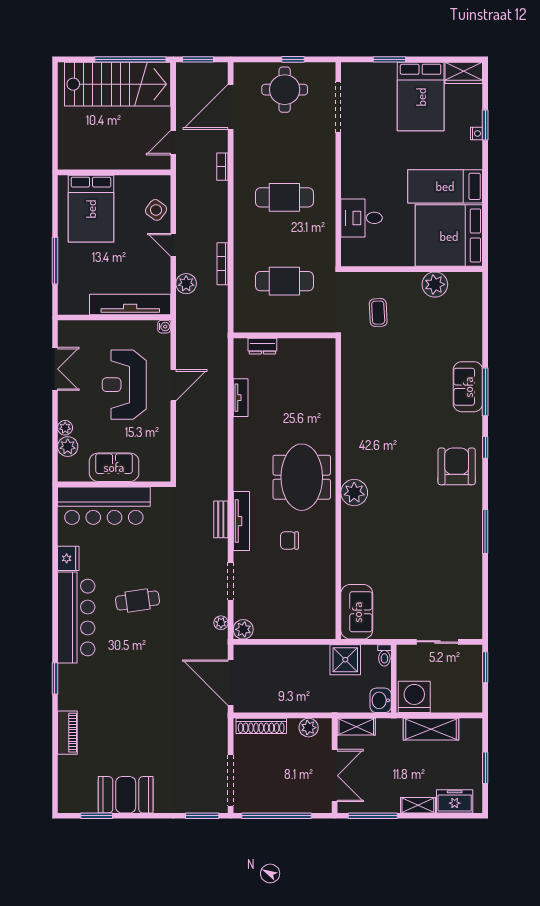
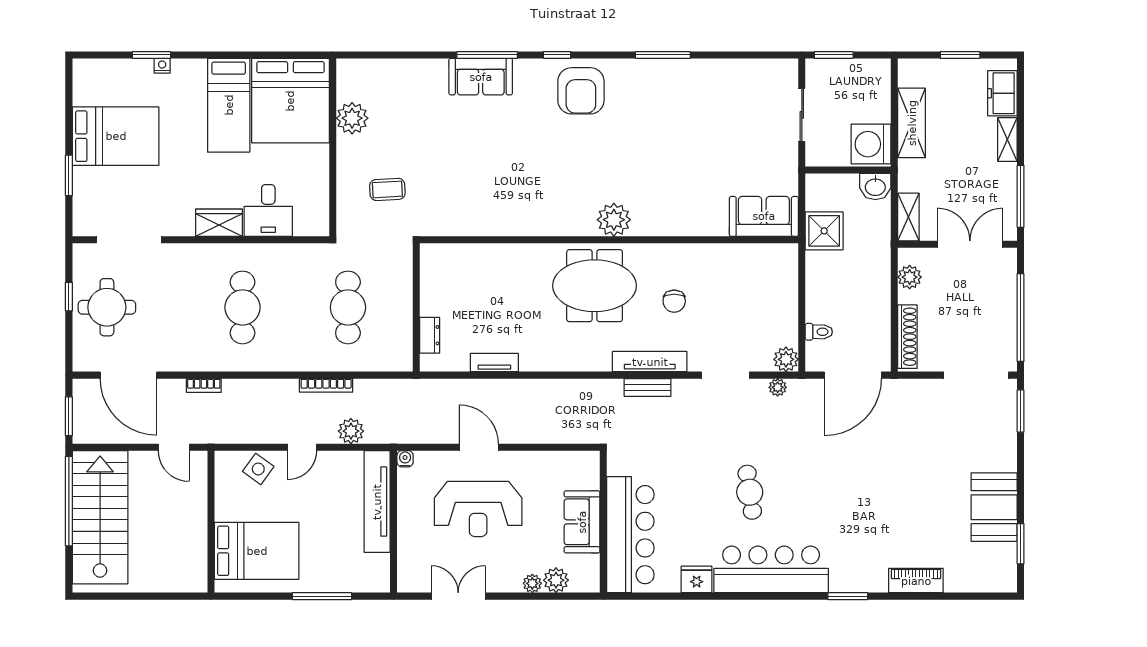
wardrobe: (464, 73) -> (219, 223), moved, turned -90
armchair: (457, 466) -> (581, 91), turned -90
toilet: (384, 655) -> (819, 332), moved

